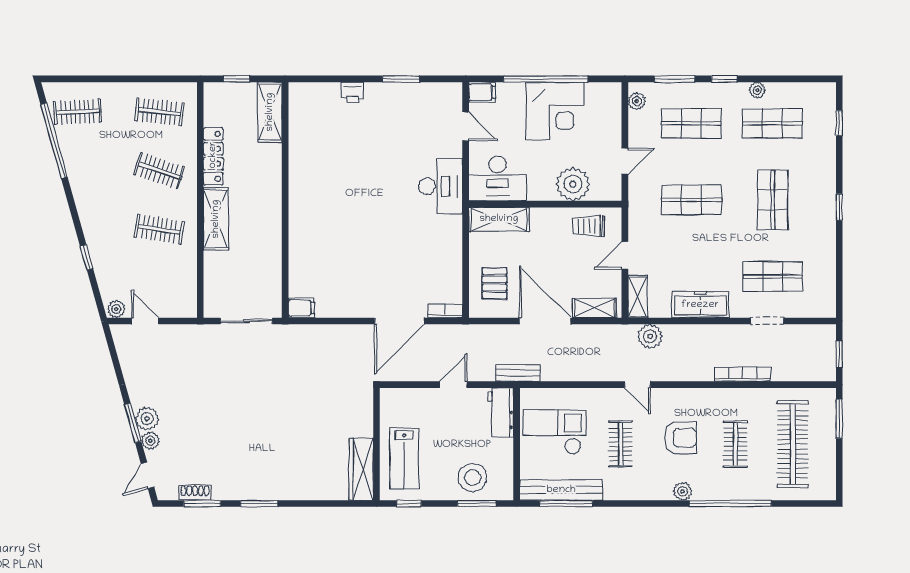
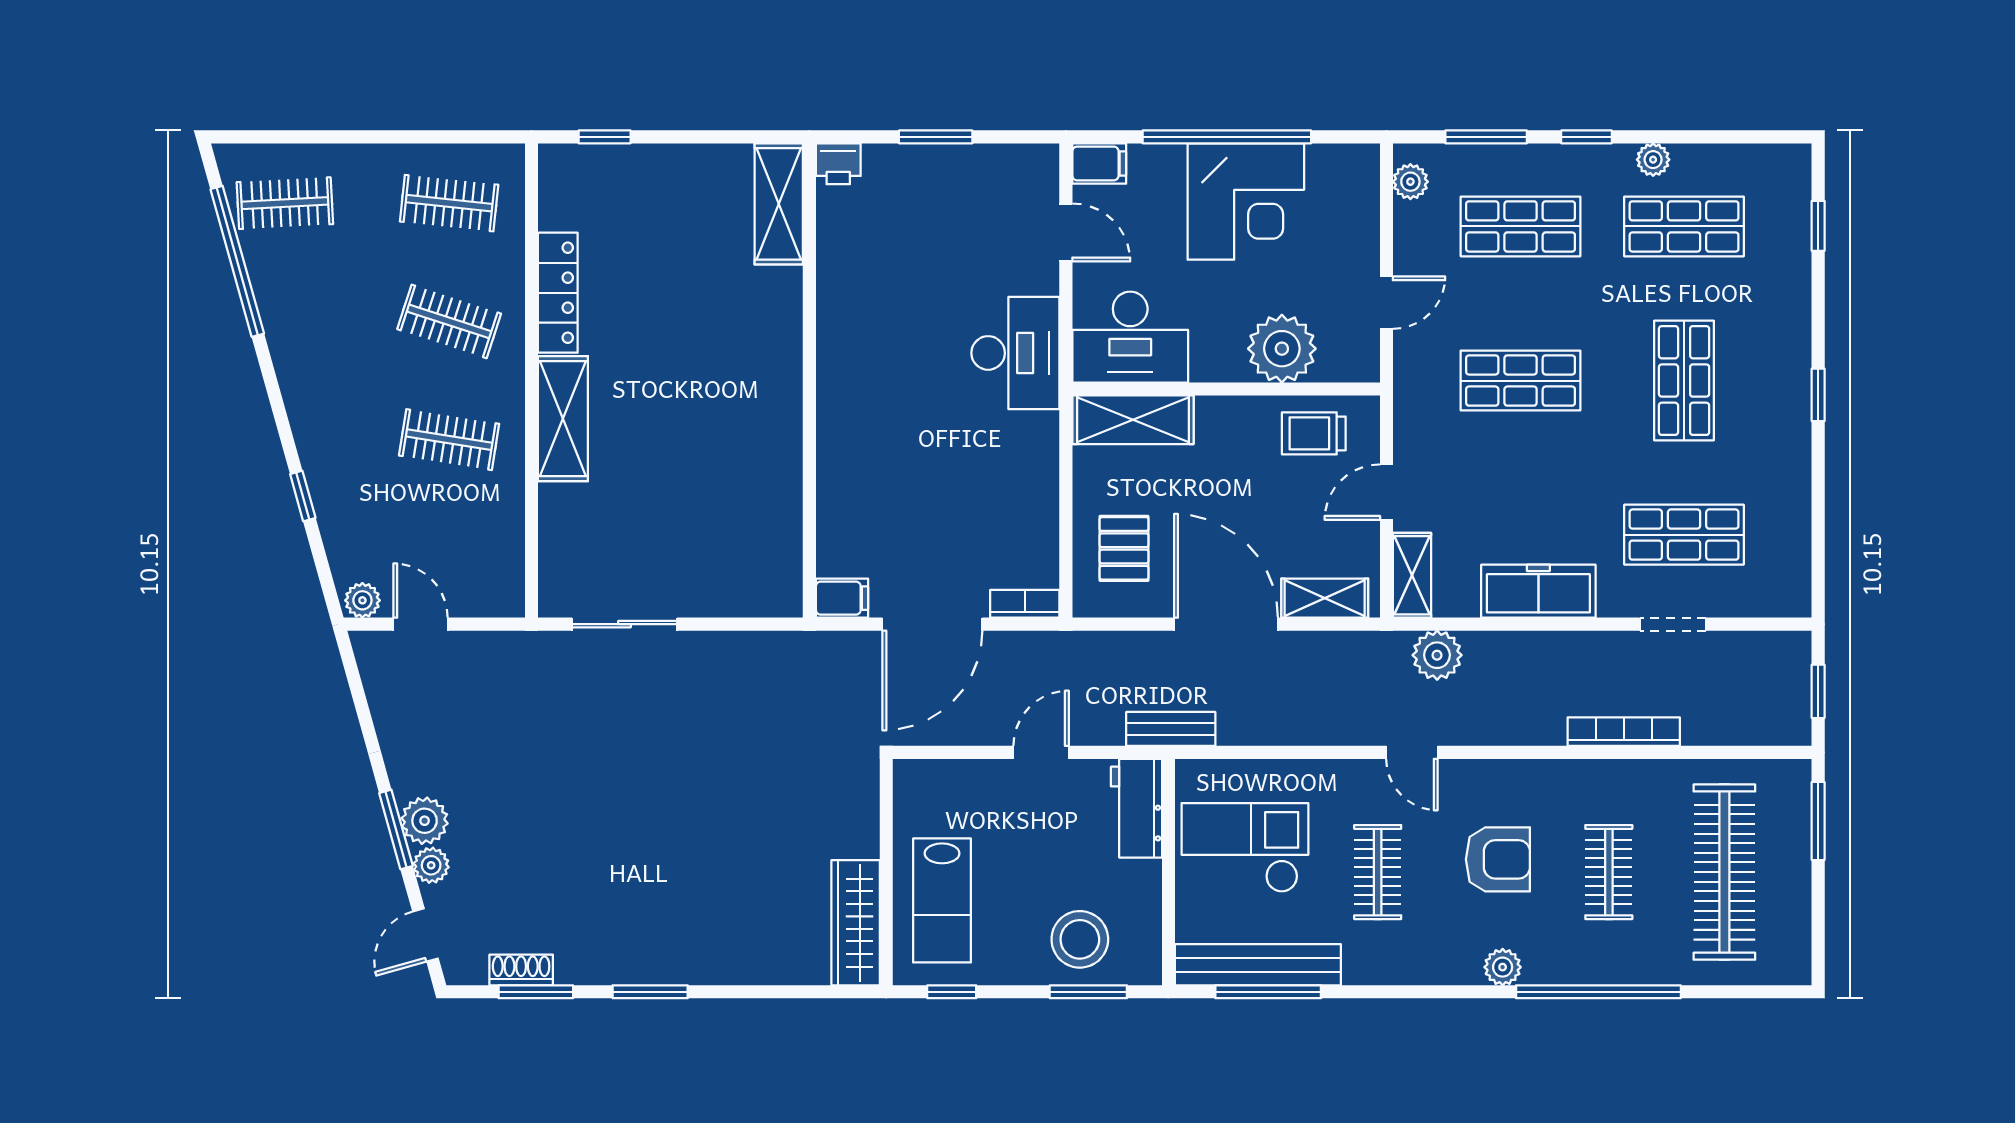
shelving: (270, 112) -> (779, 204), moved
wall: (285, 200) -> (809, 381), moved
filing cabinet: (301, 308) -> (842, 598), moved

